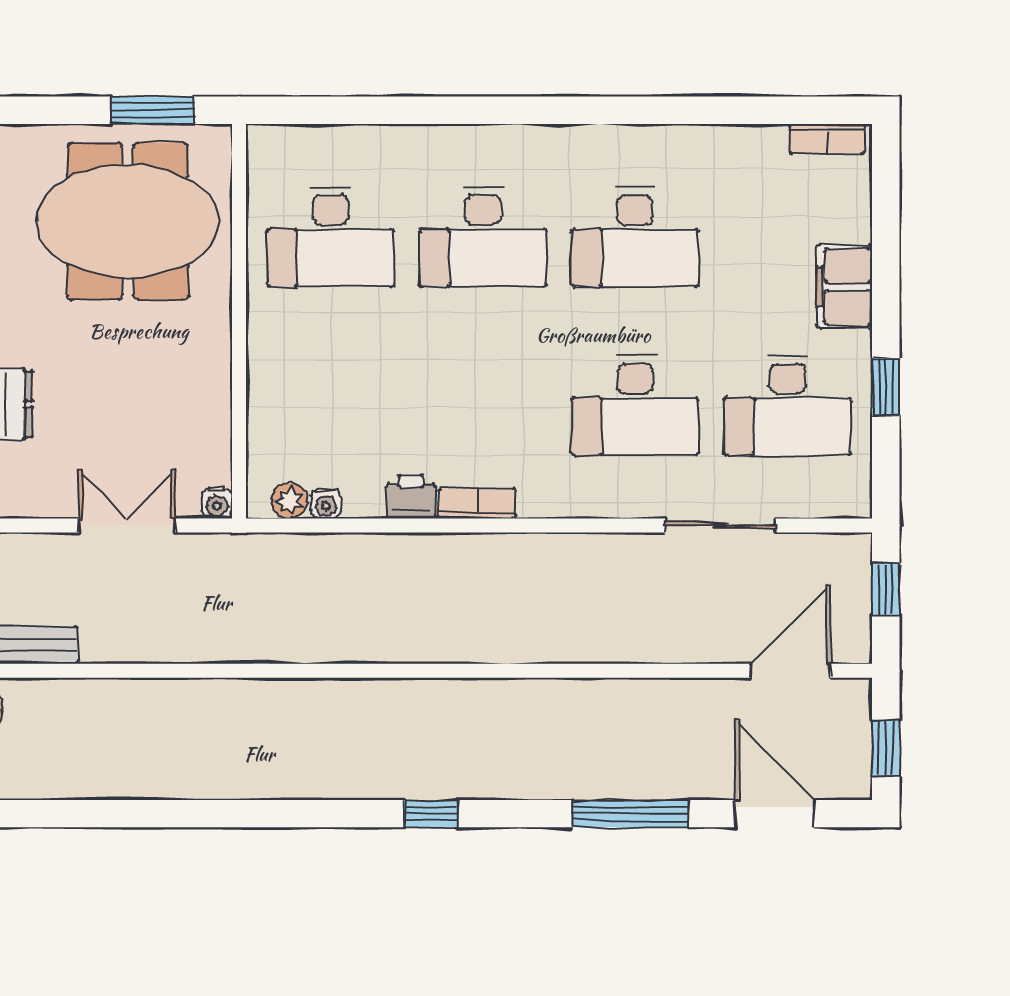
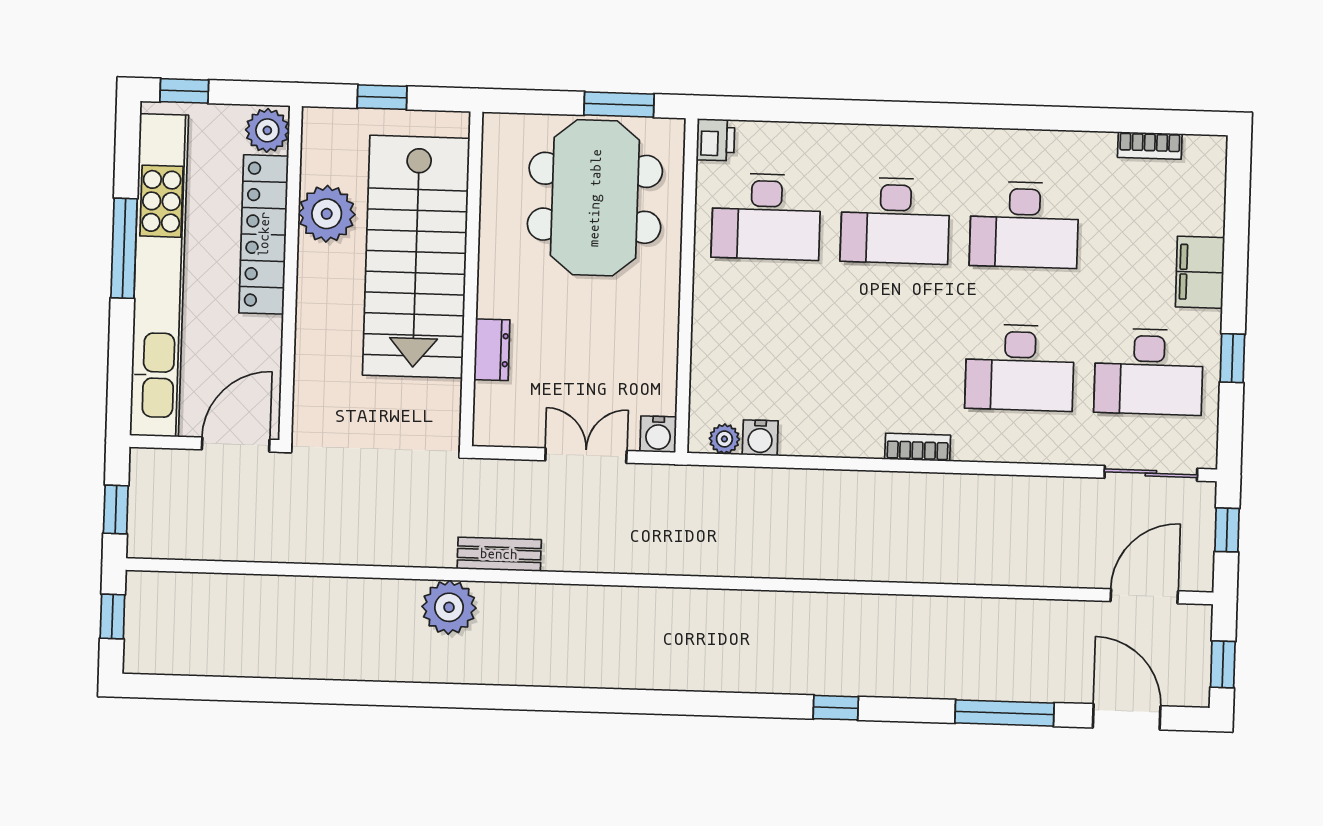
bookcase: (827, 139) -> (1150, 146), moved
meeting table: (128, 221) -> (595, 198), turned 90
printer: (411, 497) -> (716, 140), moved, turned 90
water cooler: (217, 503) -> (658, 434), width x1.38, depth x1.38
bookcase: (477, 503) -> (918, 447), moved
water cooler: (326, 504) -> (760, 438), width x1.38, depth x1.38
sliding door: (720, 525) -> (1151, 473), moved

